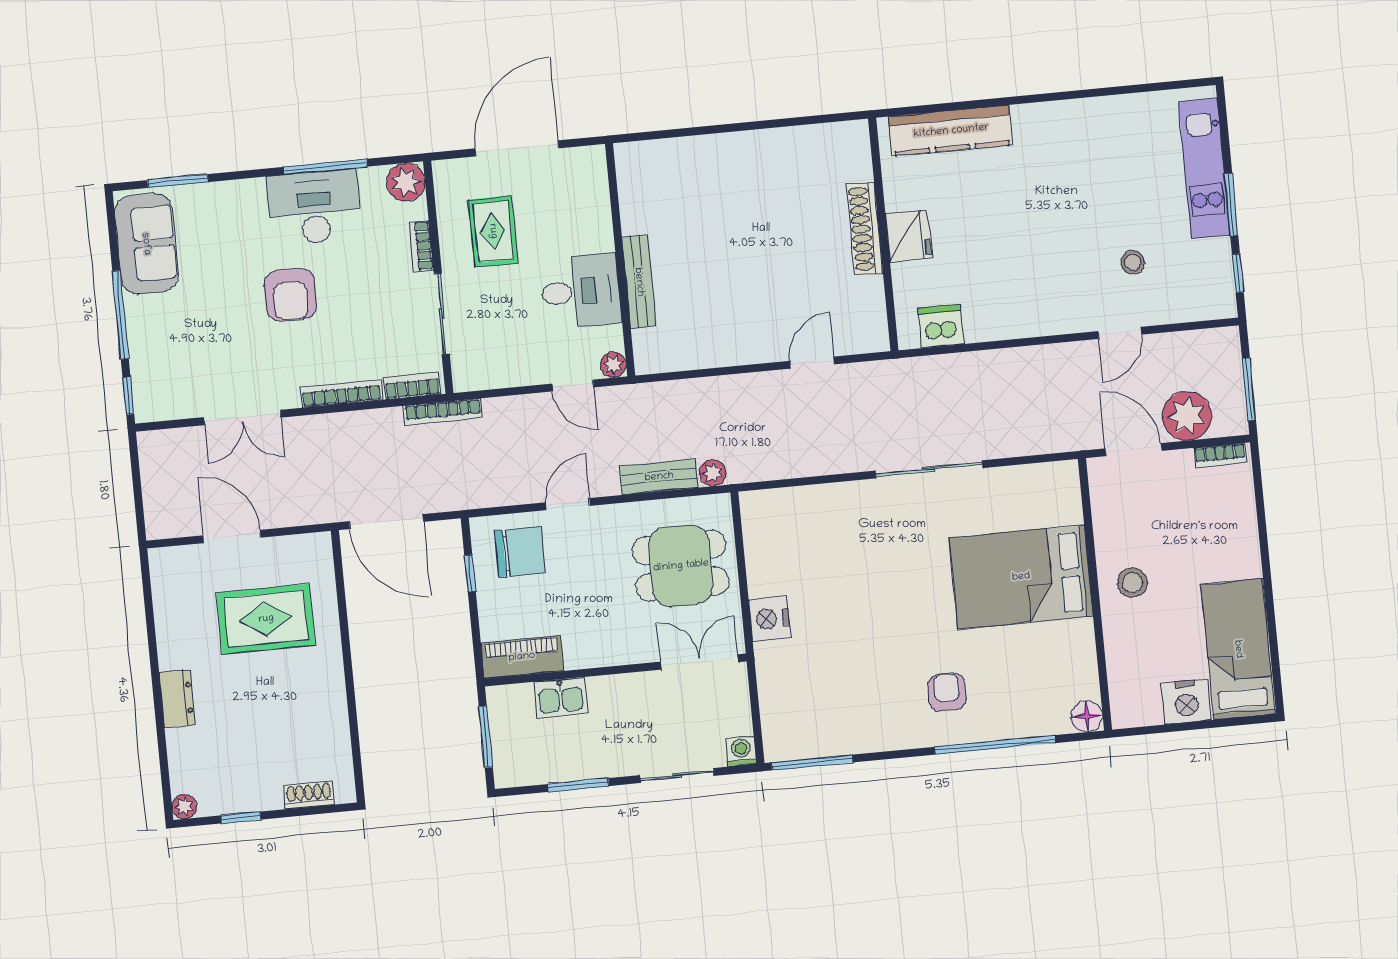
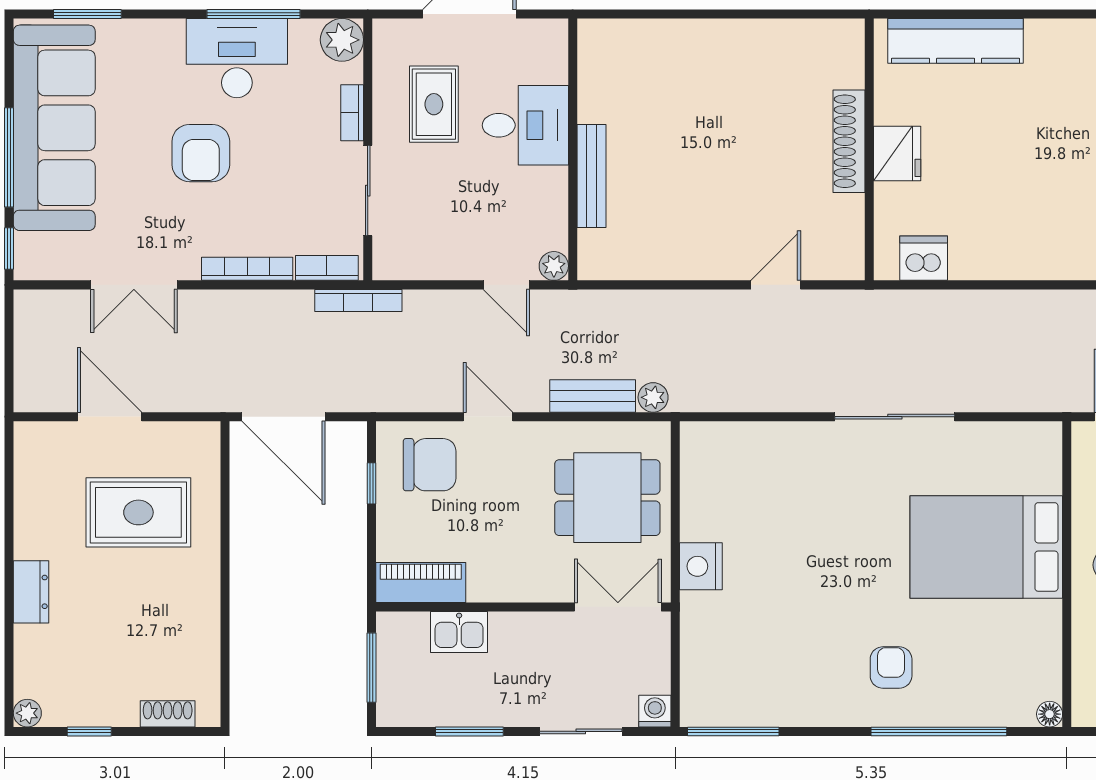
sofa: (146, 244) -> (54, 128), width x1.85, depth x1.27
desk: (581, 291) -> (525, 125), moved
door: (568, 504) -> (488, 417), hinge flipped
floor lamp: (1087, 716) -> (1050, 714), width x0.73, depth x0.73

